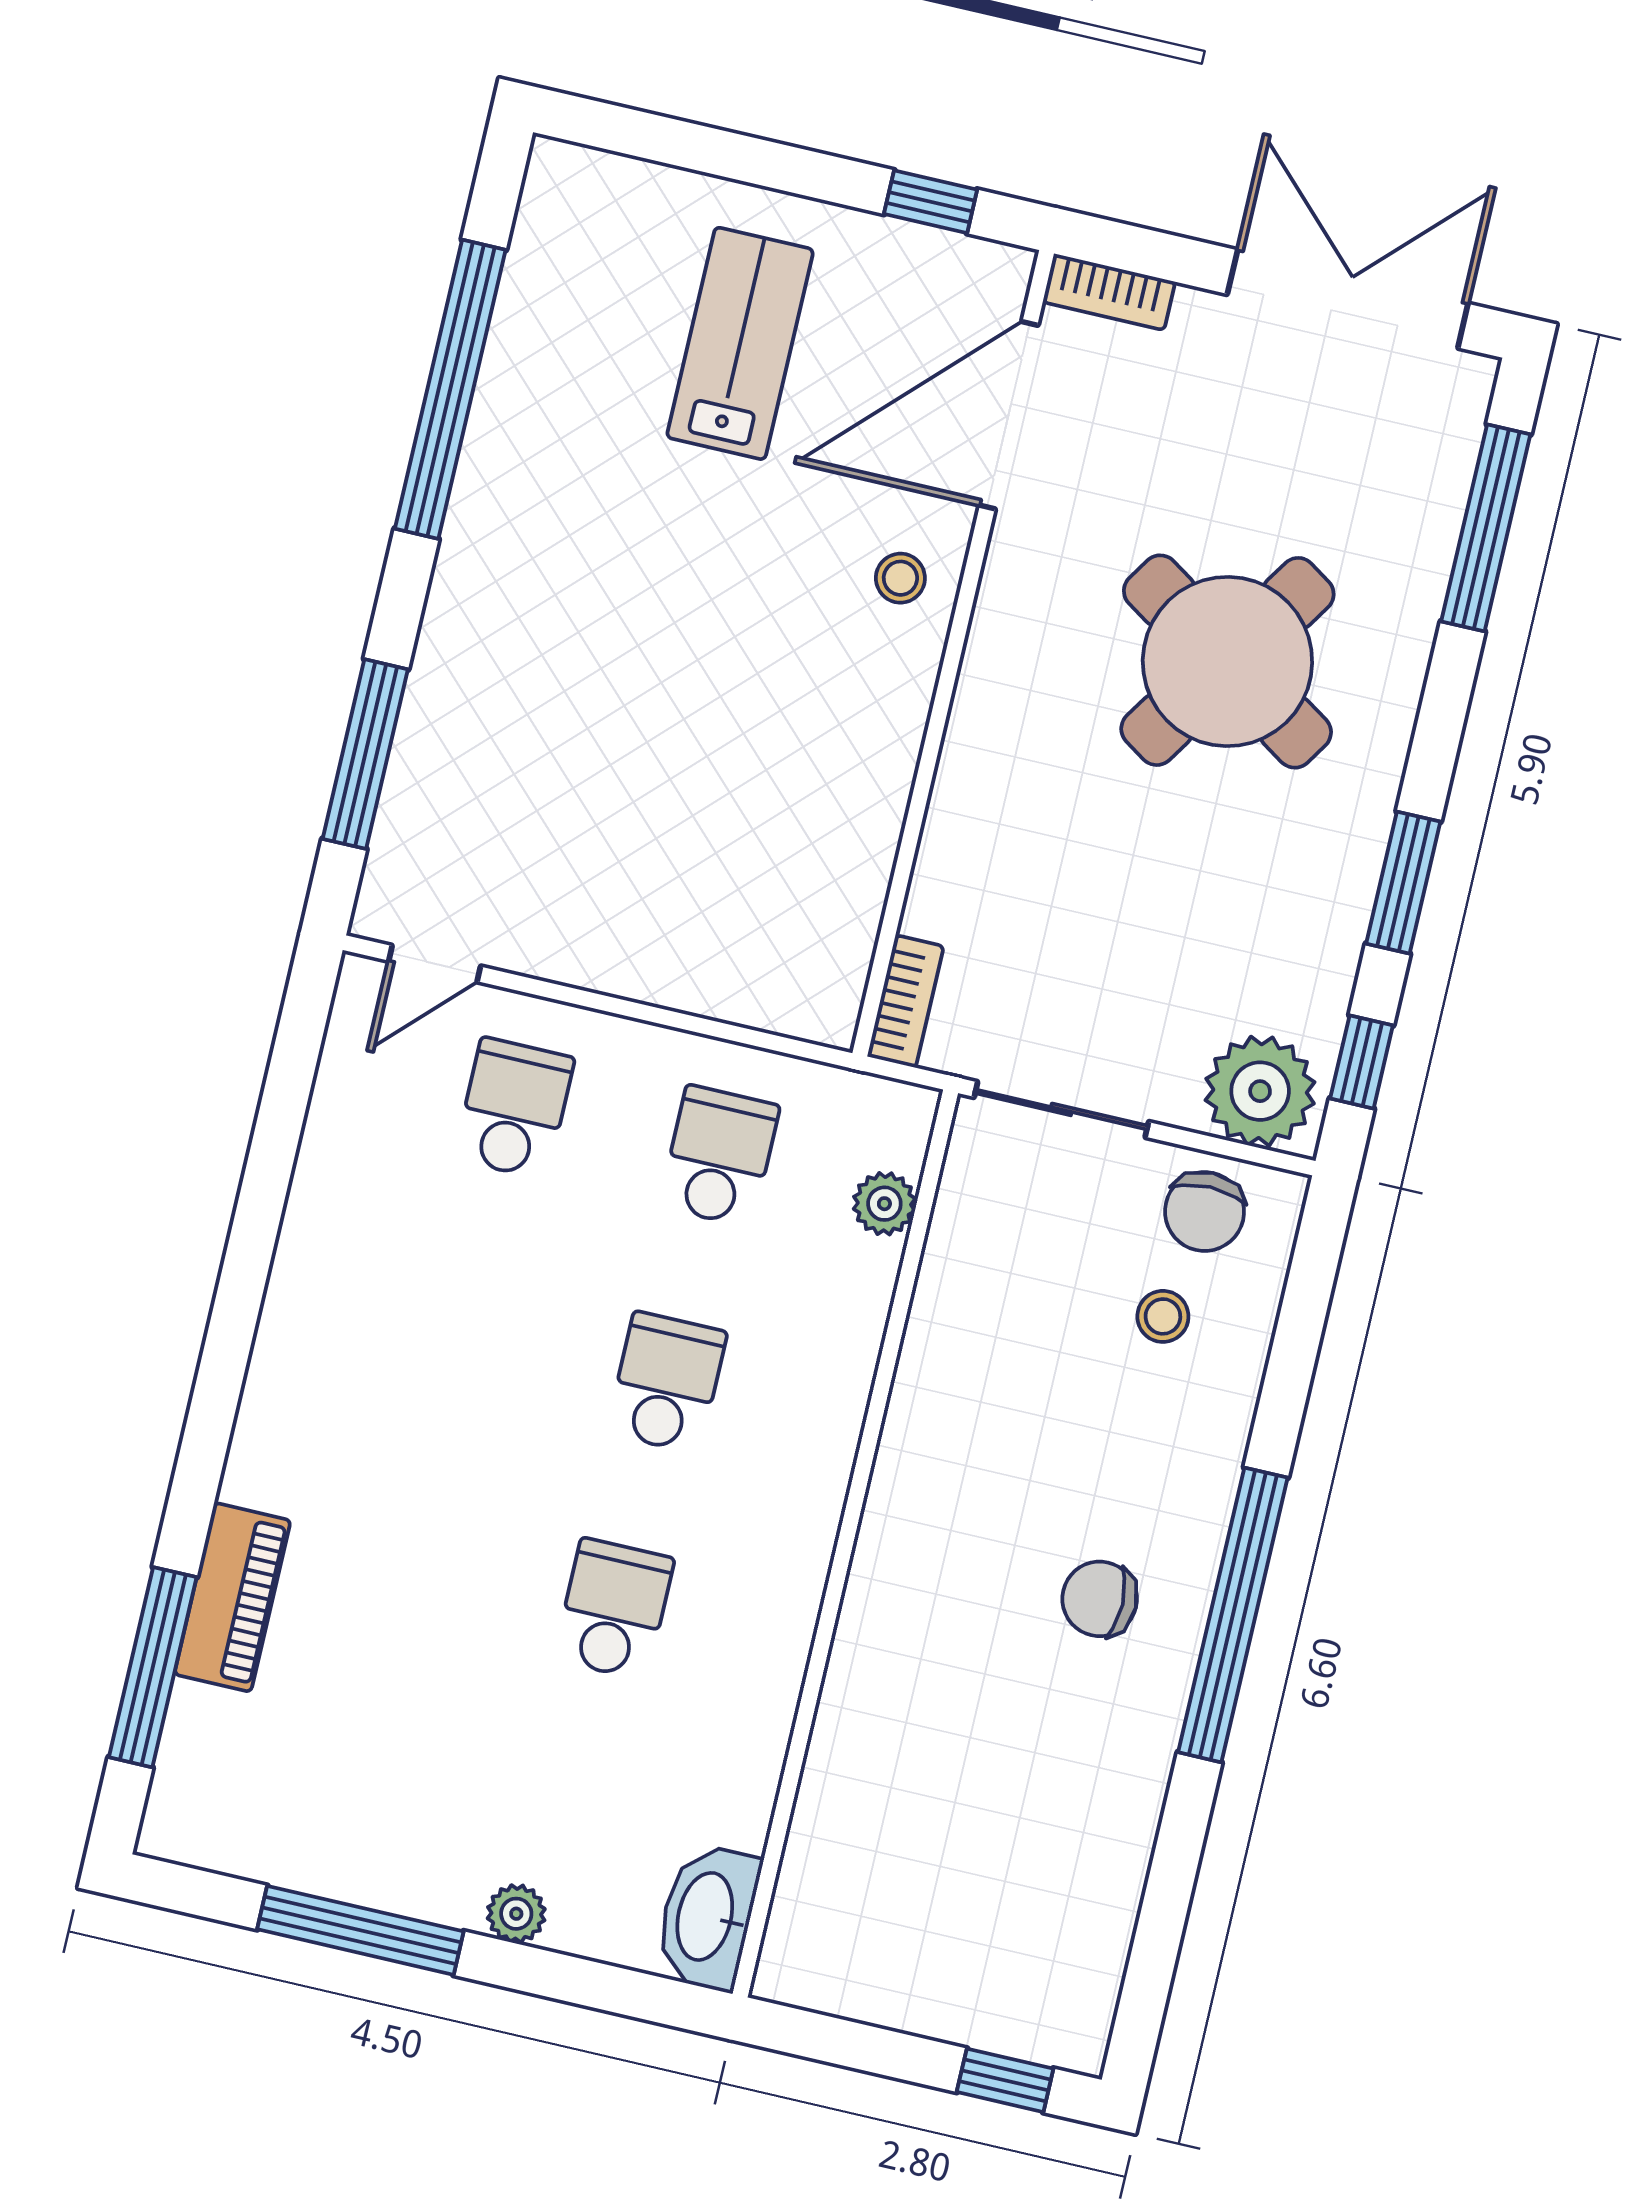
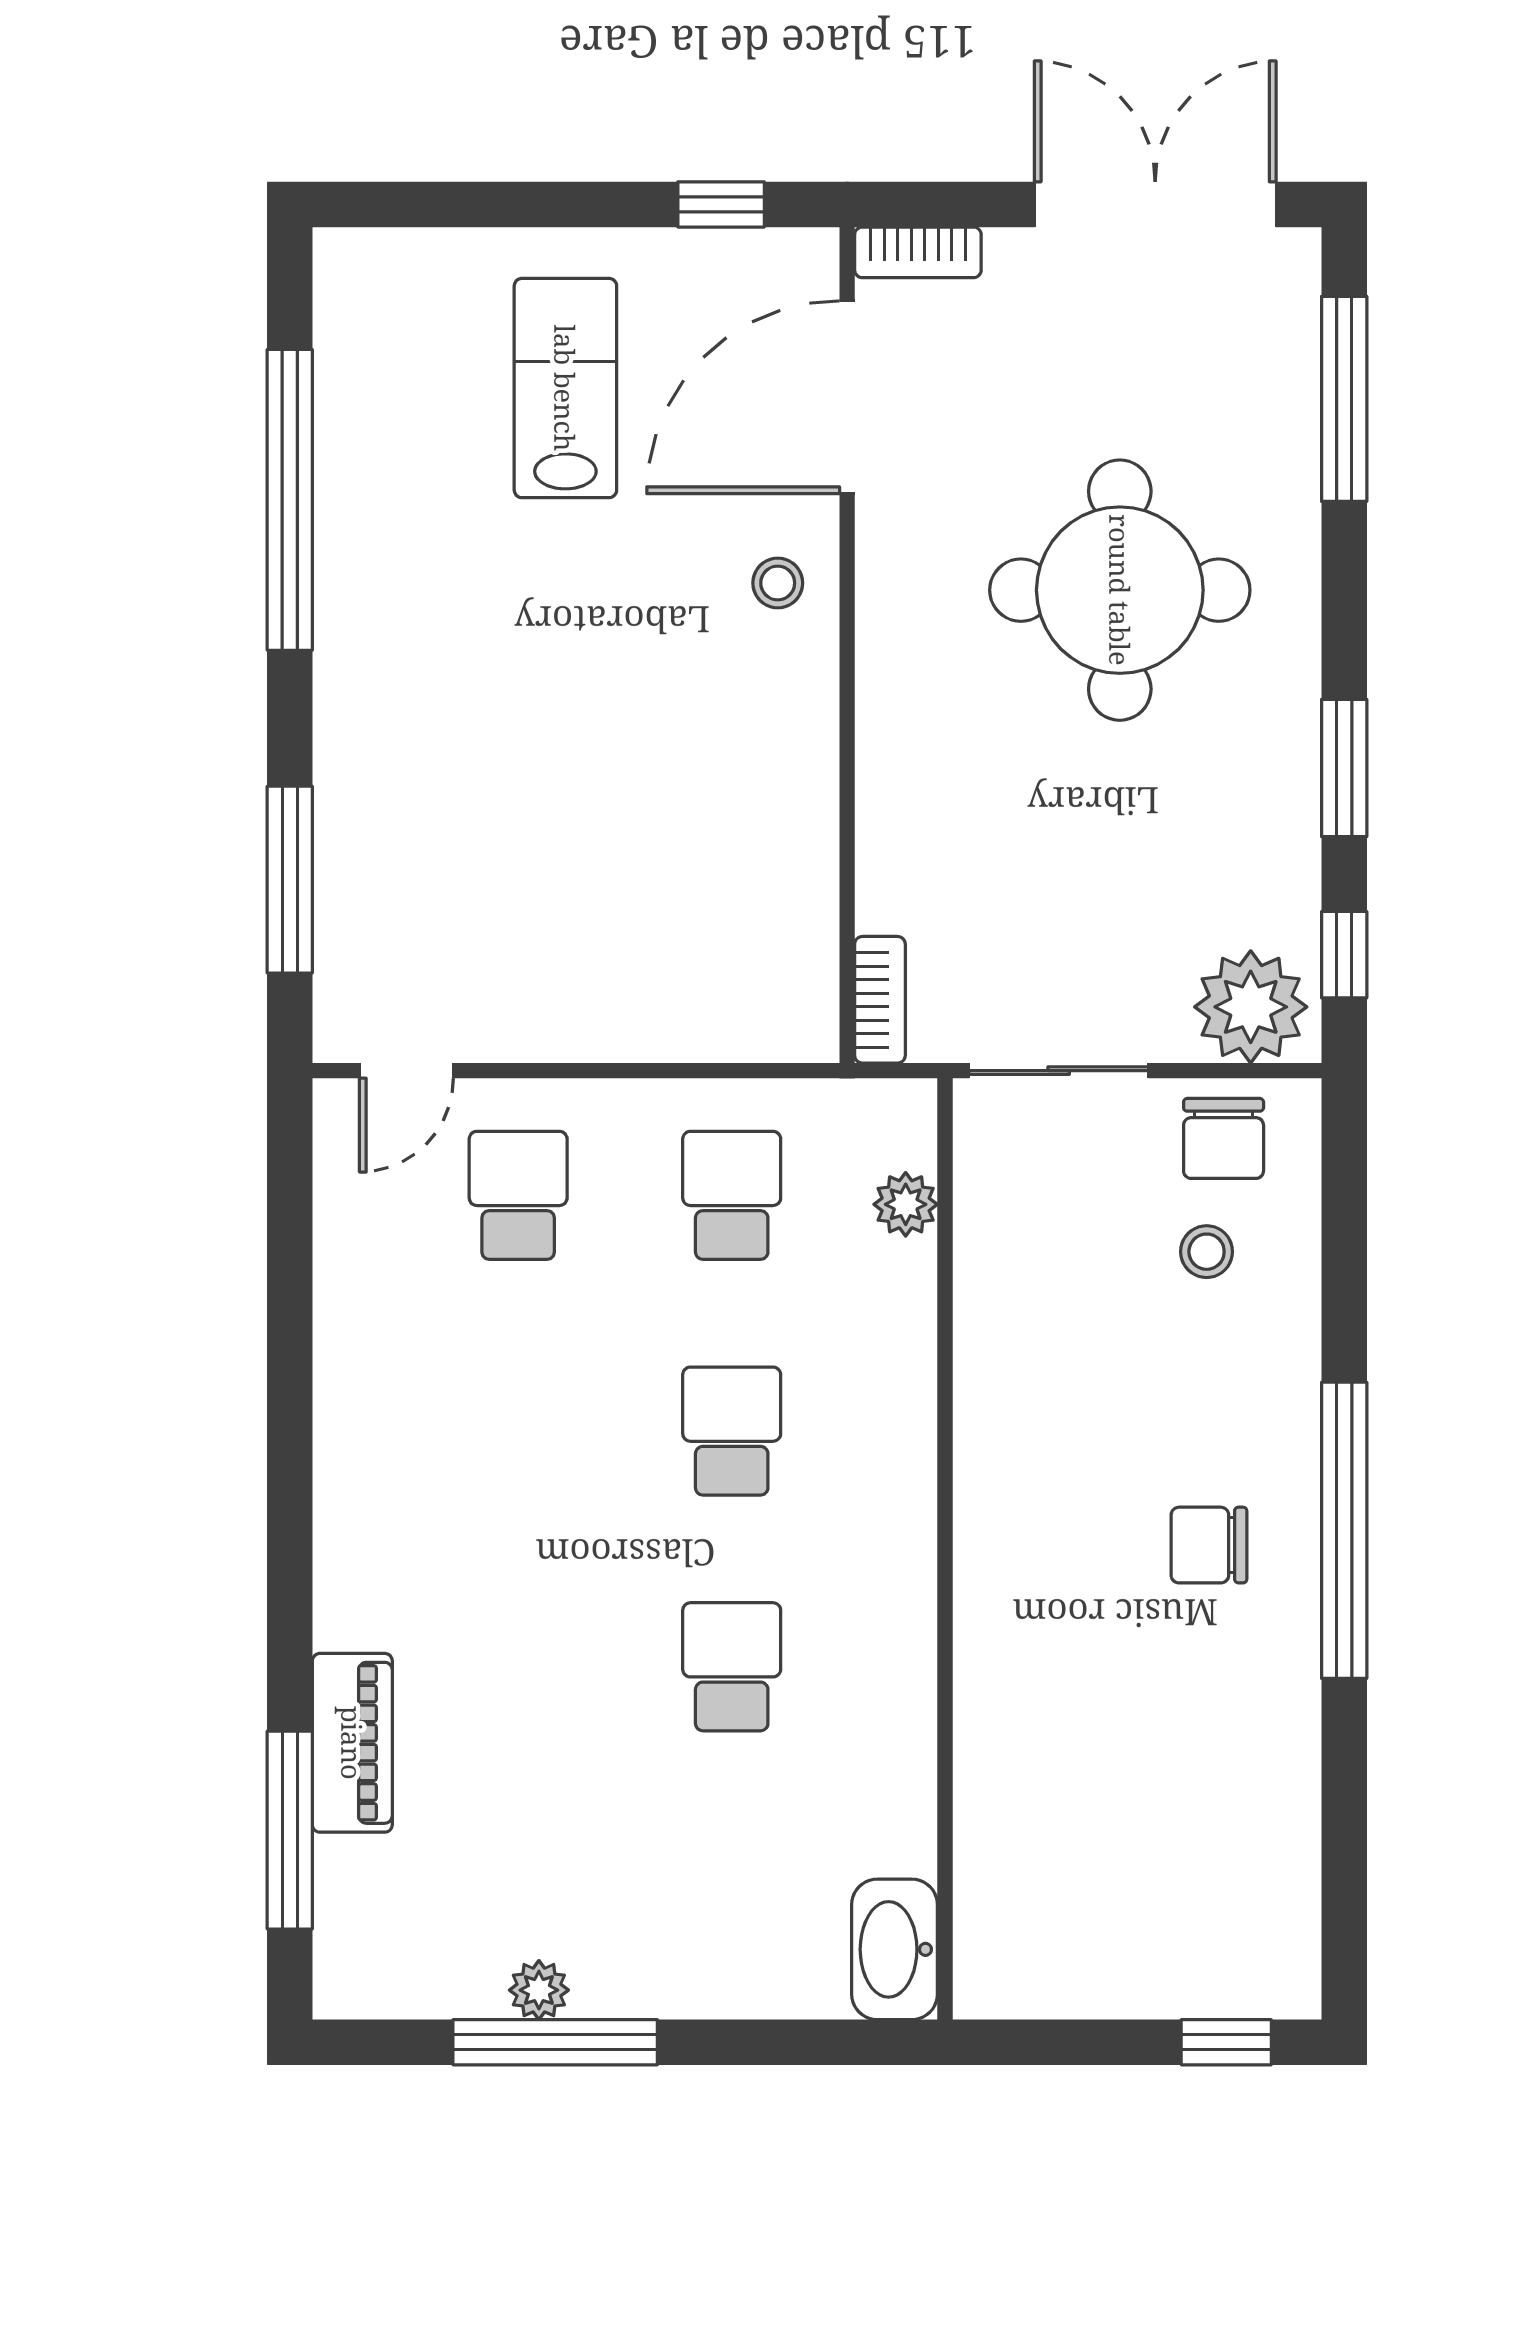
round table: (1227, 661) -> (1120, 590), turned -33
plant: (516, 1914) -> (539, 1990), moved

